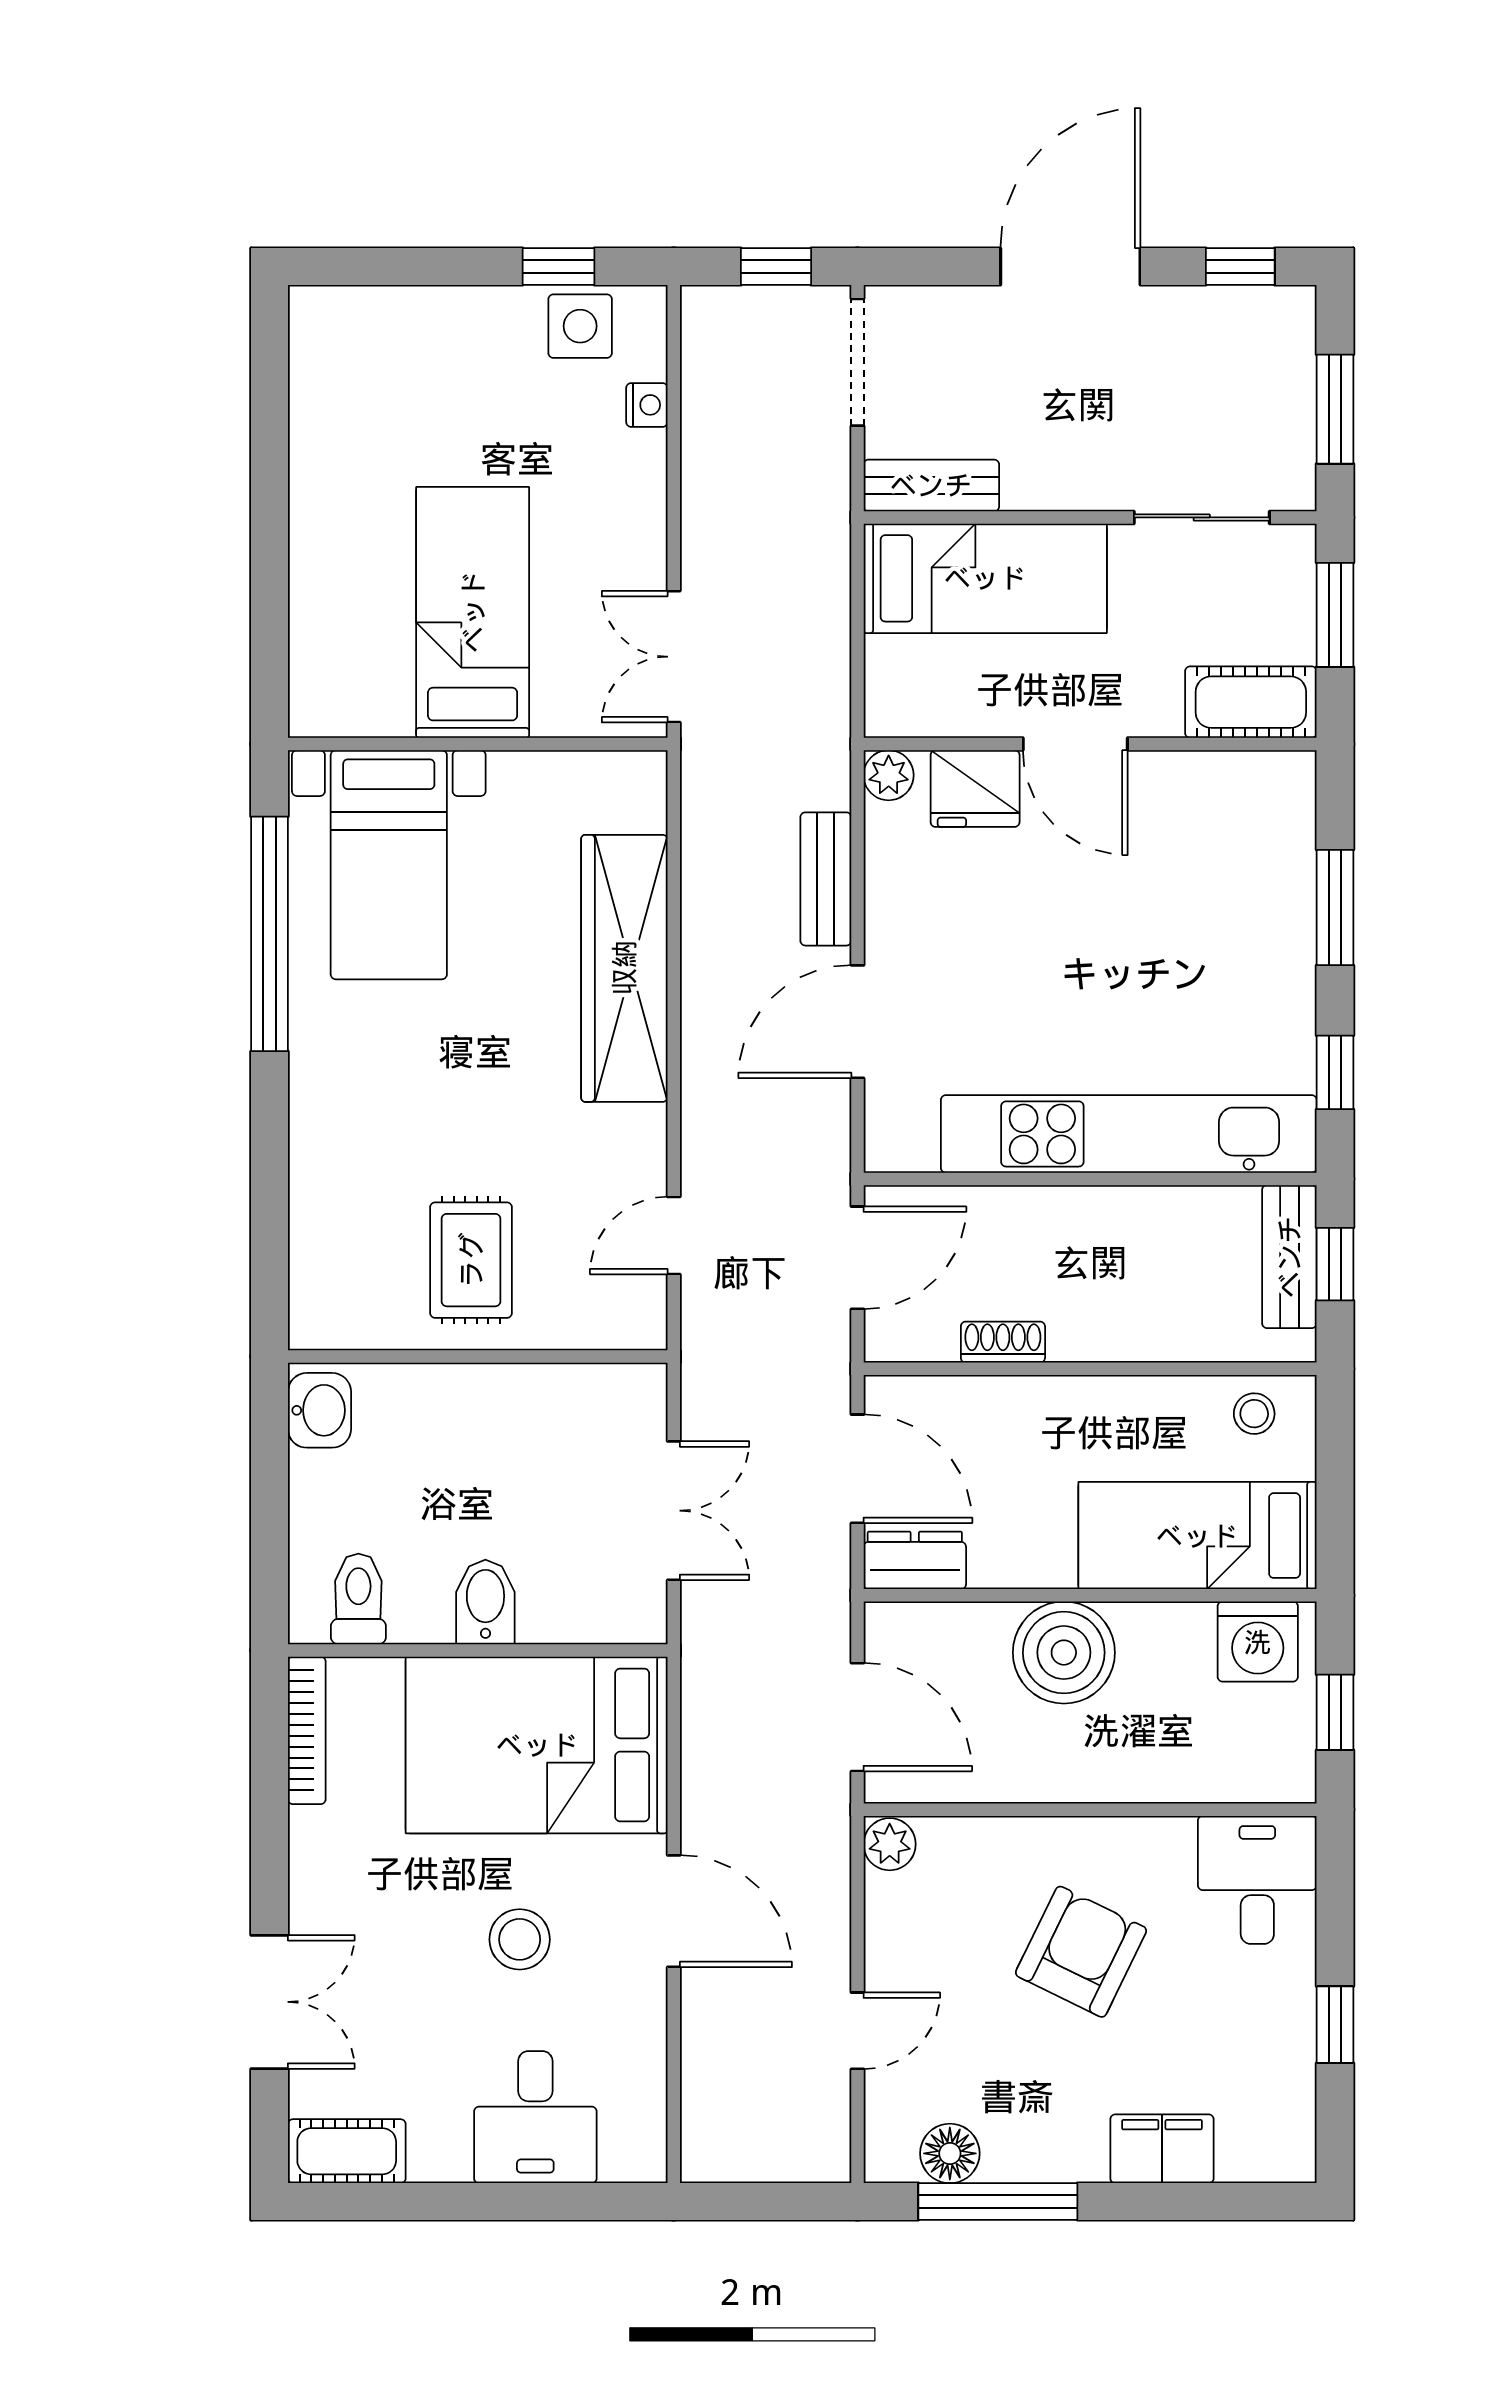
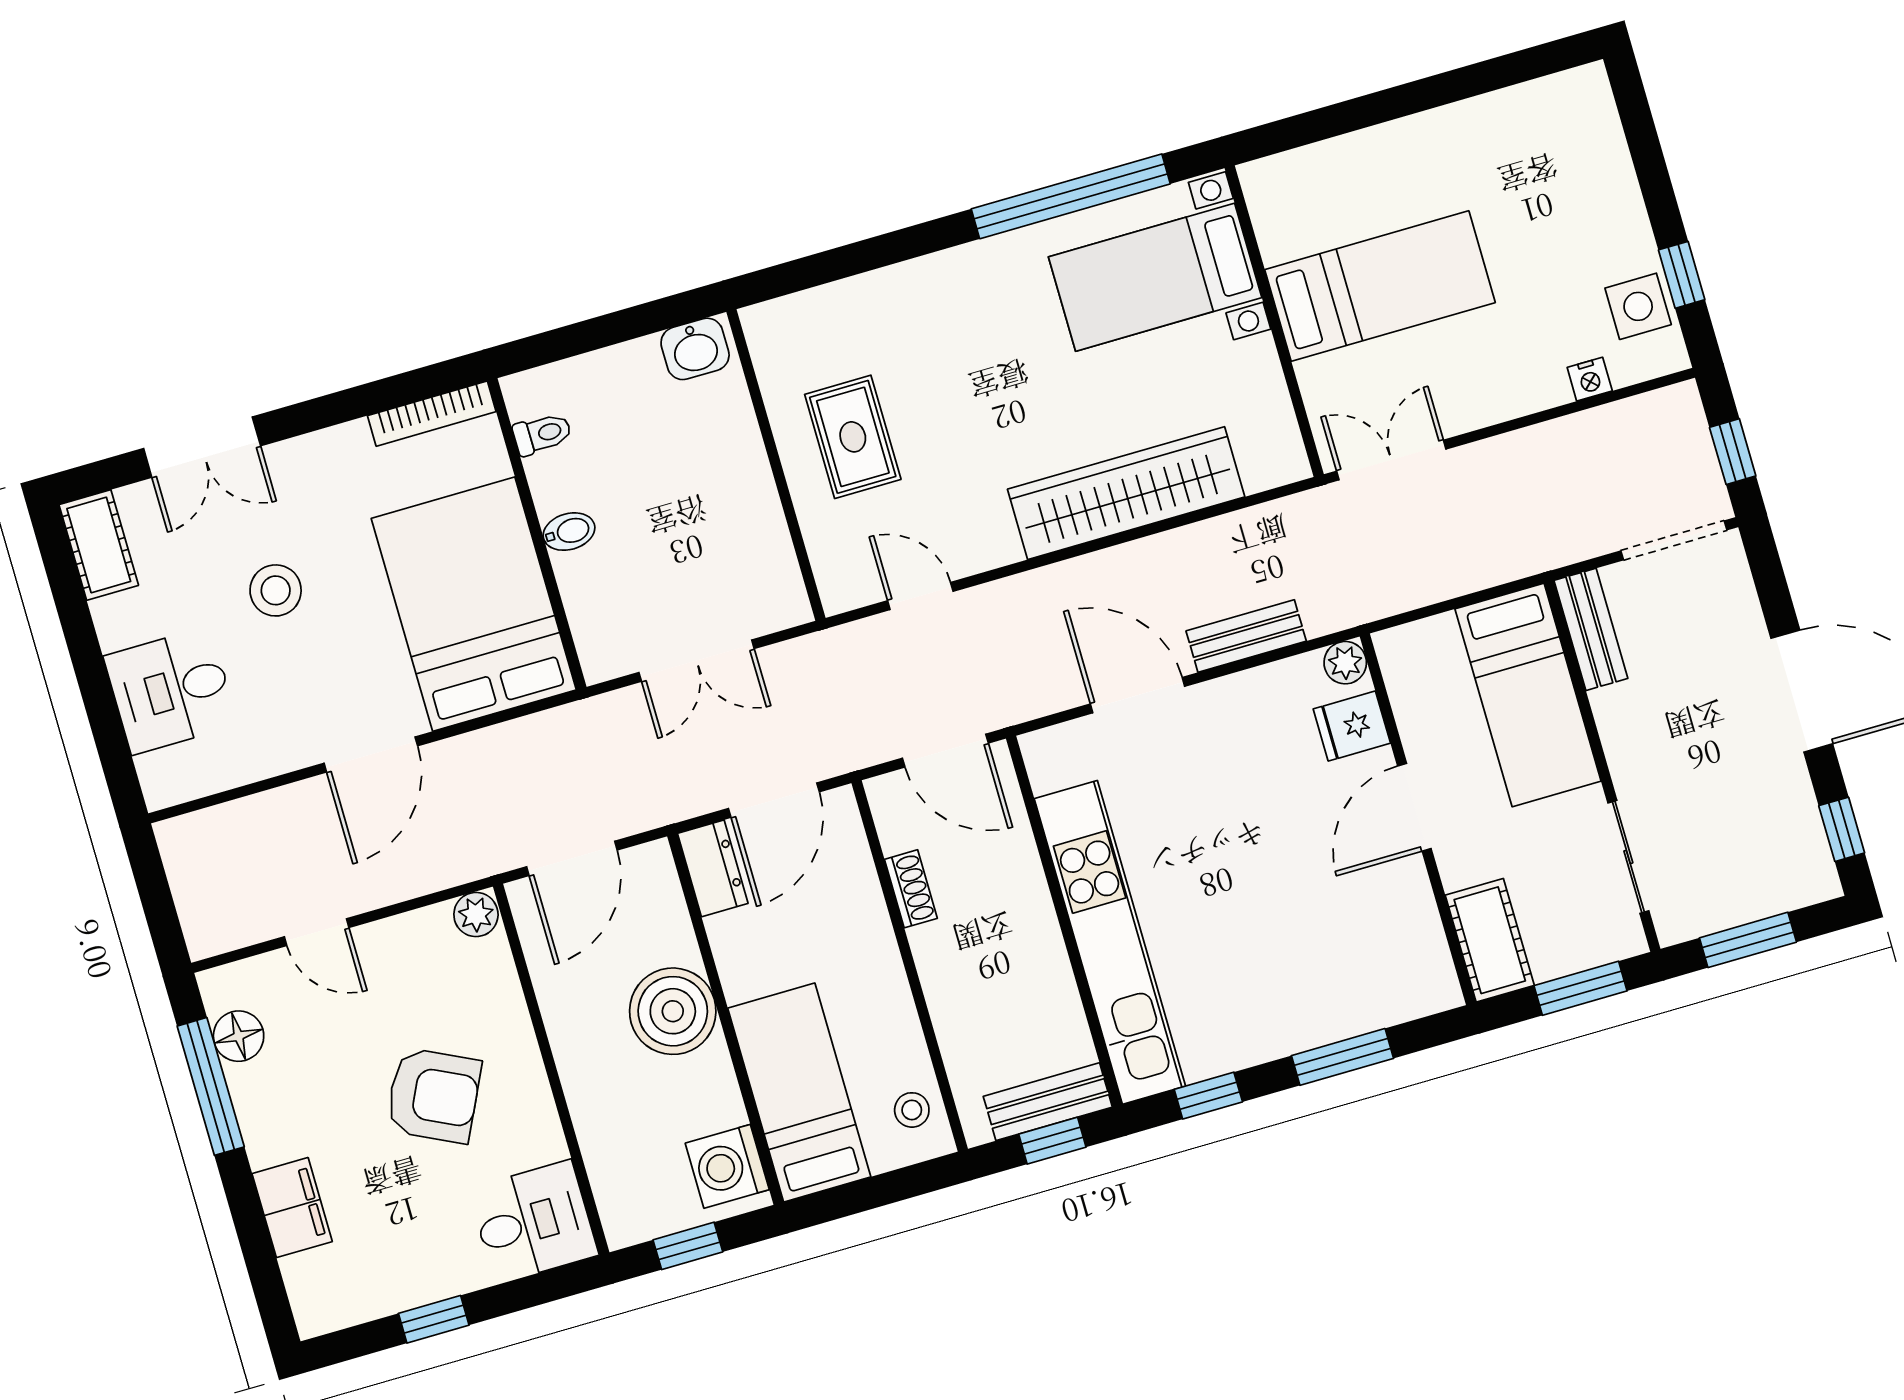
fridge: (975, 789) -> (1352, 726), width x0.72
rug: (471, 1260) -> (853, 437), turned 90
toilet: (358, 1599) -> (542, 434), width x0.73, depth x0.72
bidet: (485, 1602) -> (569, 532), width x0.72, depth x0.74
stool: (520, 1939) -> (276, 590), moved

